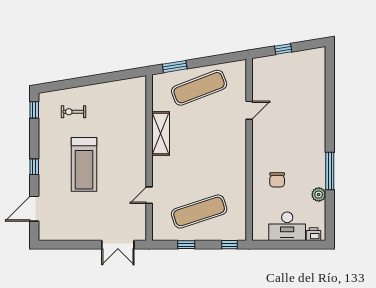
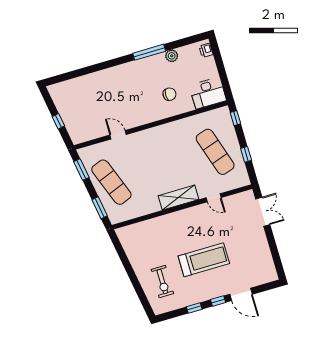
window: (223, 59) -> (81, 169), added
window: (34, 110) -> (194, 308), moved
exercise bike: (73, 112) -> (162, 282), width x1.38, depth x1.39
shelving: (161, 134) -> (179, 198), moved
door: (34, 209) -> (241, 294), moved
desk: (287, 226) -> (208, 93), moved, turned 90

